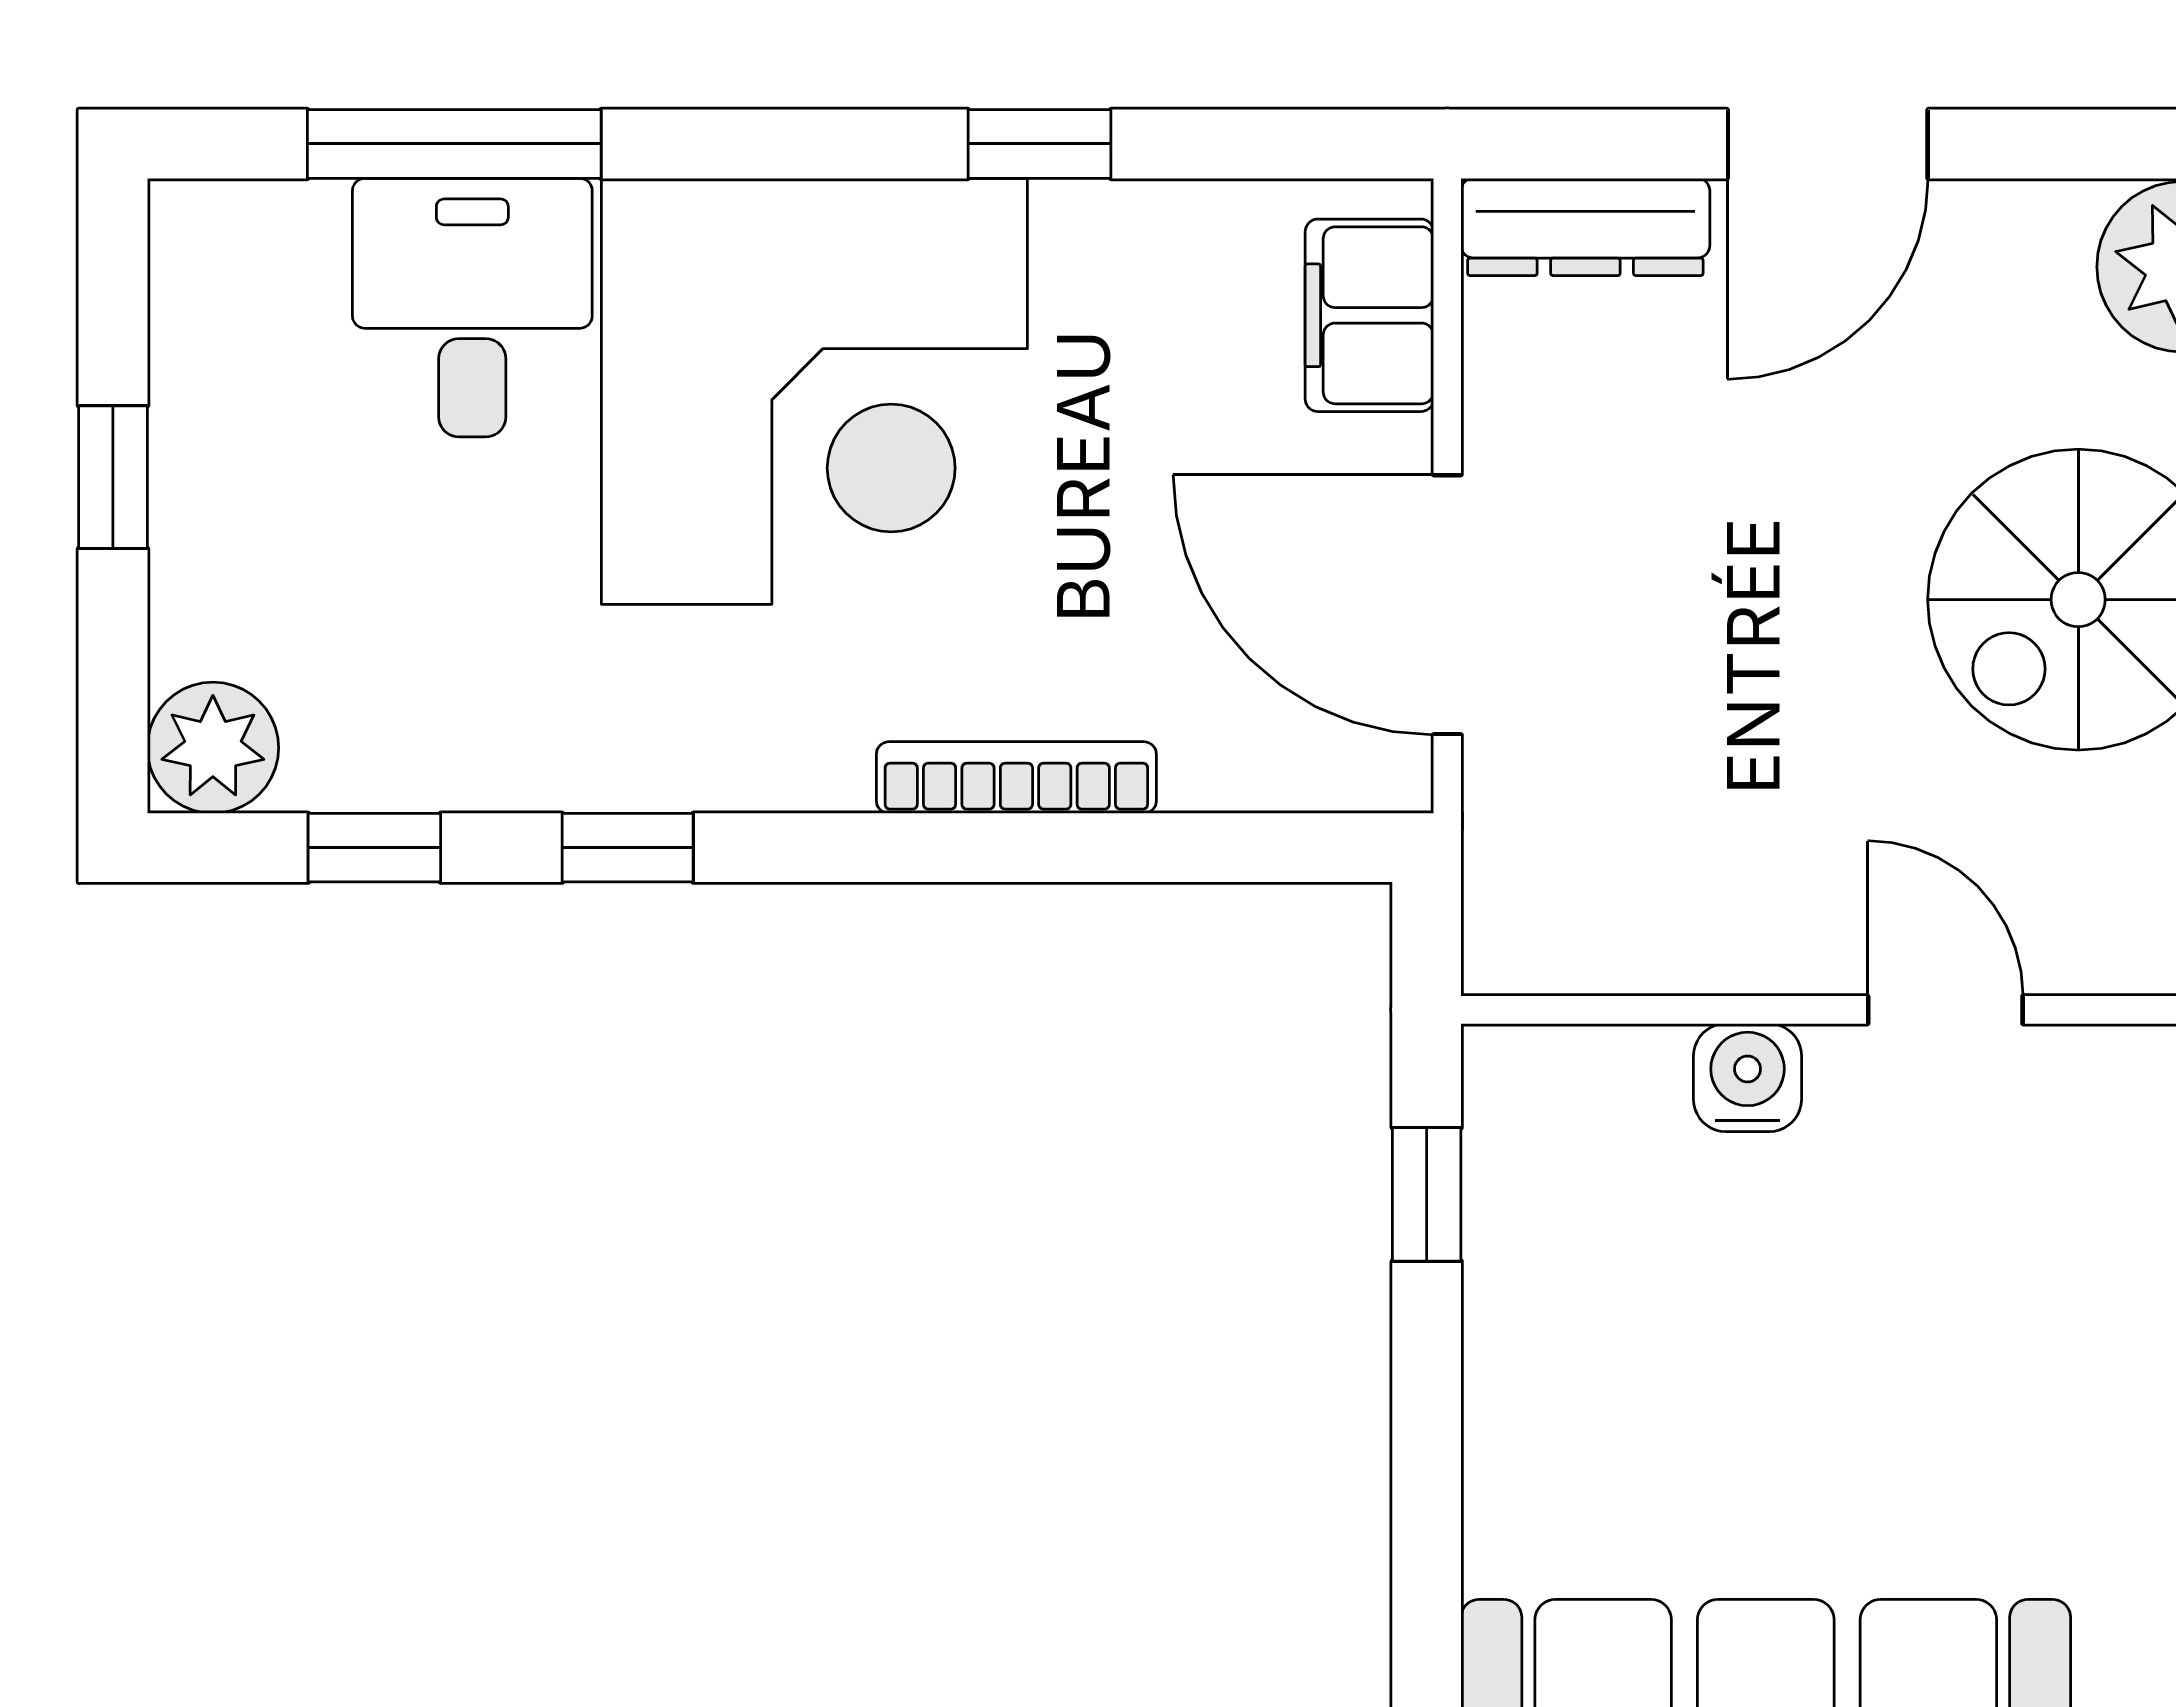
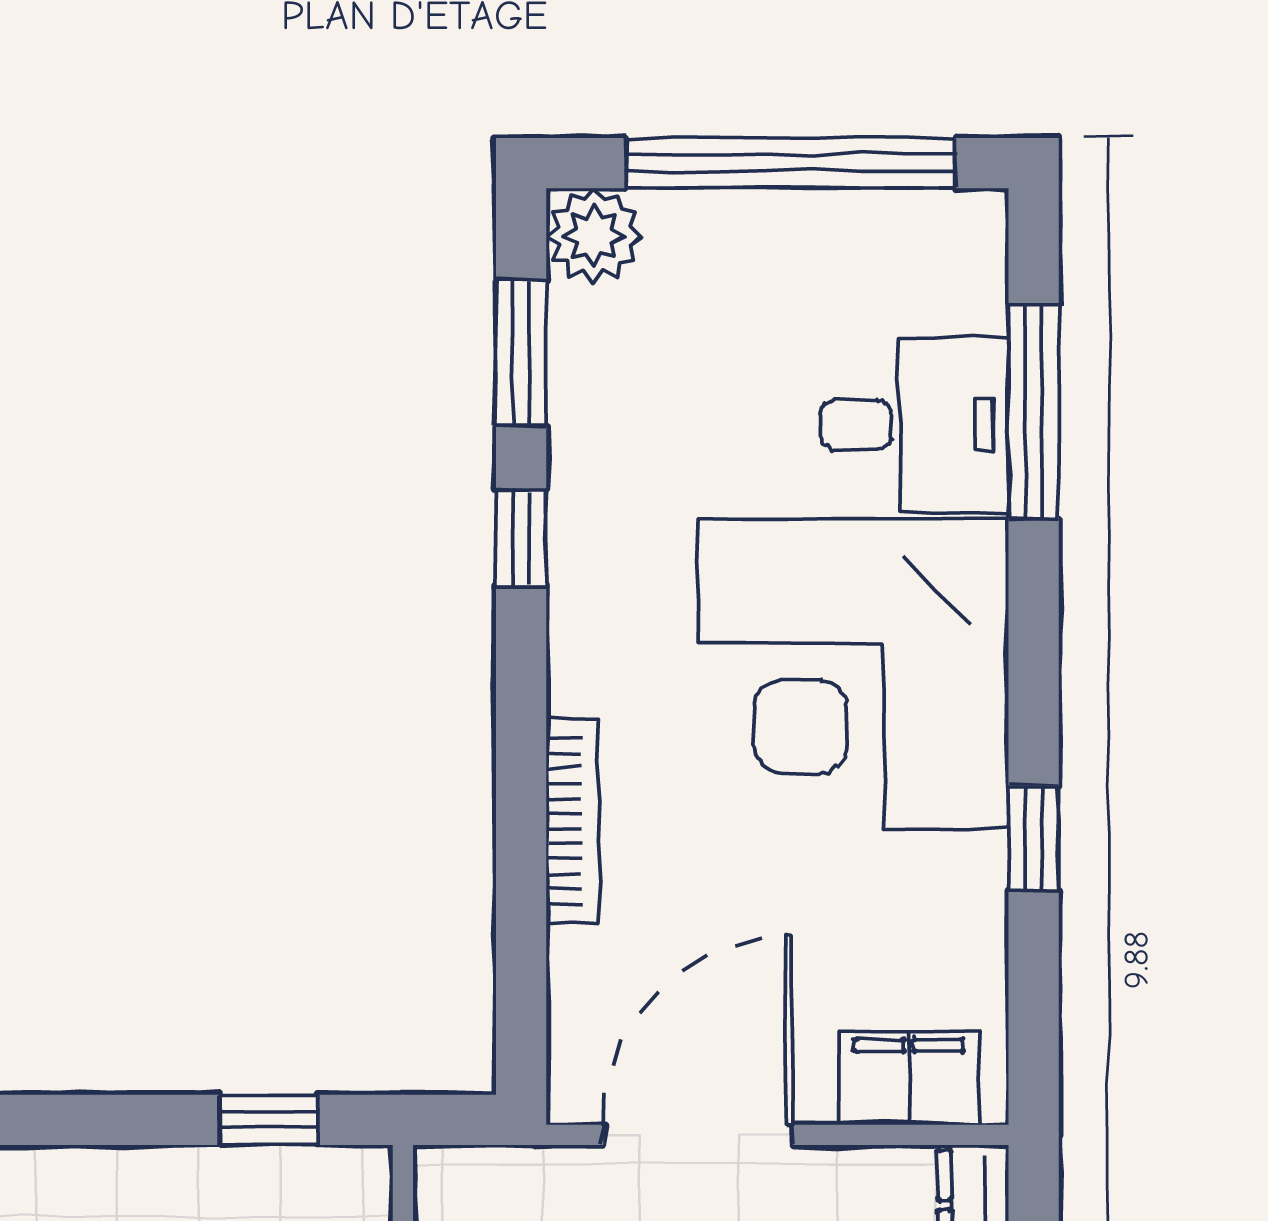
window: (113, 477) -> (791, 163), width x3.17
window: (374, 848) -> (521, 353), width x1.50

